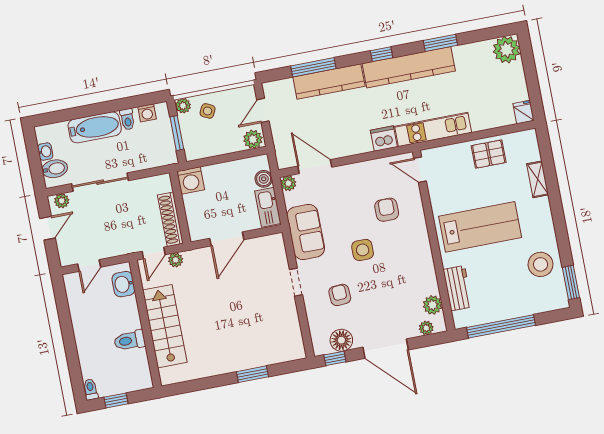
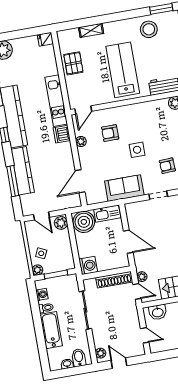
boiler: (264, 179) -> (84, 222), width x1.86, depth x1.86
sliding door: (100, 182) -> (85, 310), moved
plant: (288, 183) -> (81, 141), moved

